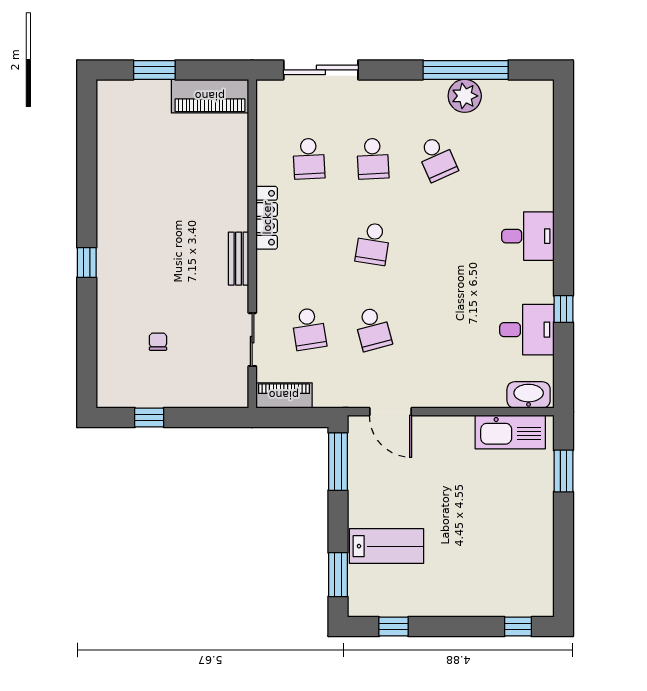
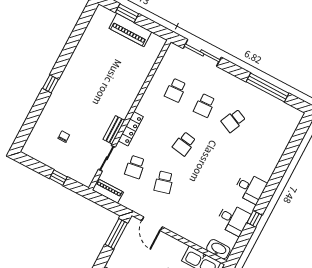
piano: (210, 96) -> (130, 30), moved
plant: (465, 96) -> (261, 99), removed
school desk: (437, 159) -> (233, 121), turned 48
locker: (267, 218) -> (131, 129), moved
desk: (528, 236) -> (250, 188), moved
bench: (239, 259) -> (114, 130), moved
window: (149, 418) -> (58, 178), moved

